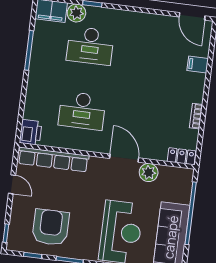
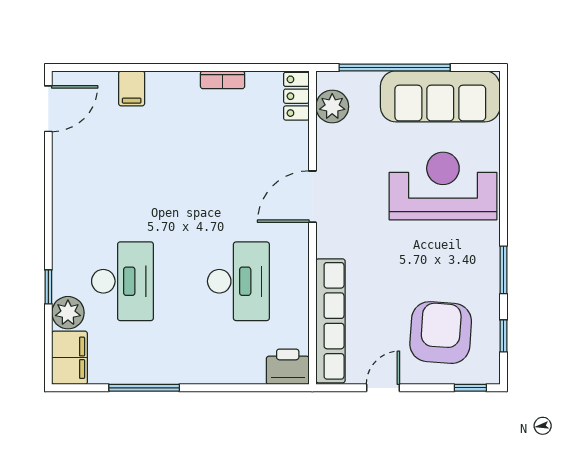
plant: (149, 173) -> (332, 106), moved
armchair: (51, 227) -> (441, 333), moved, turned 94

